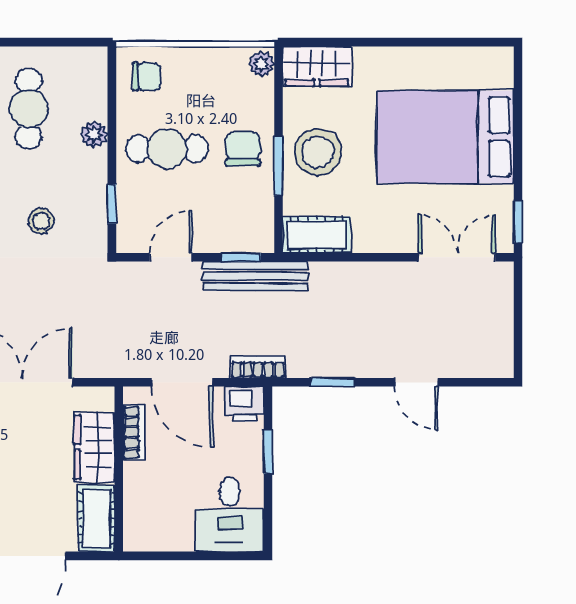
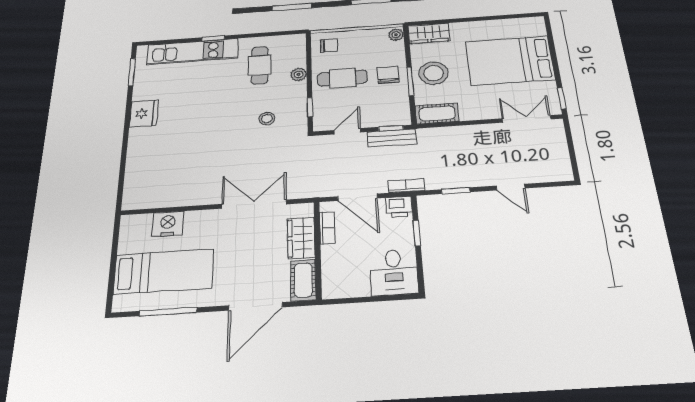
bench: (255, 276) -> (392, 138), width x0.73

